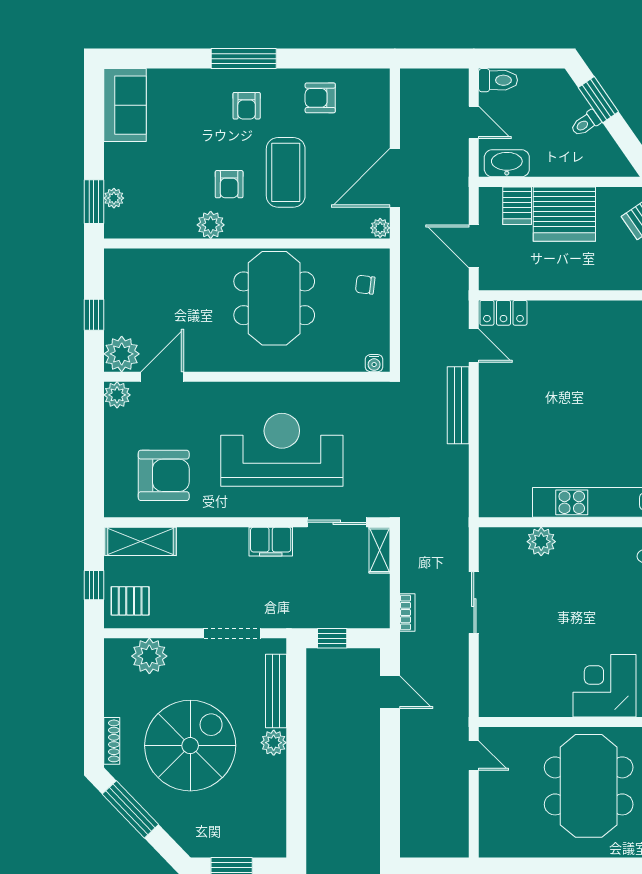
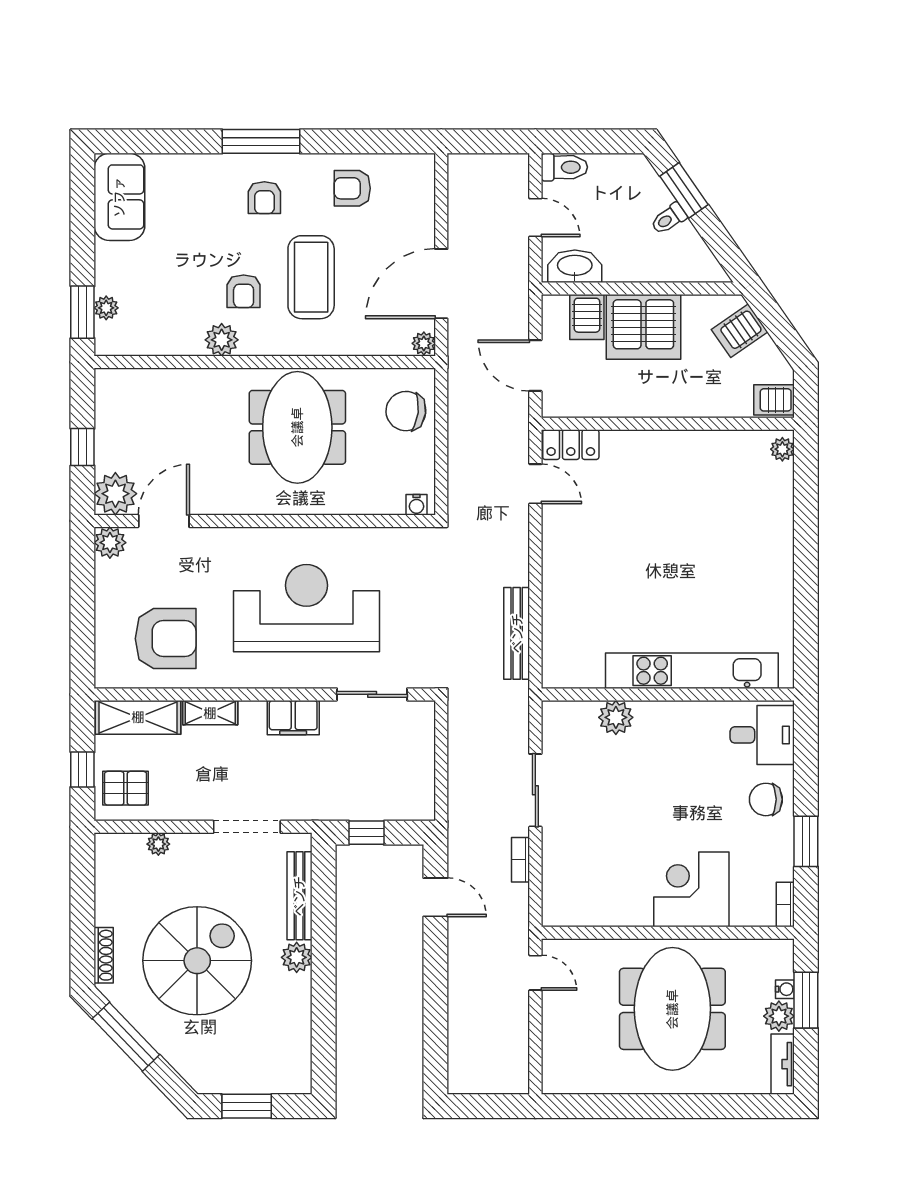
chair: (365, 285) -> (406, 411), width x1.87, depth x1.87
bench: (458, 405) -> (517, 633), moved
shelving: (380, 550) -> (210, 713), moved, turned 90
bookcase: (407, 613) -> (521, 860), moved, turned 180
plant: (149, 656) -> (158, 844), width x0.53, depth x0.53

